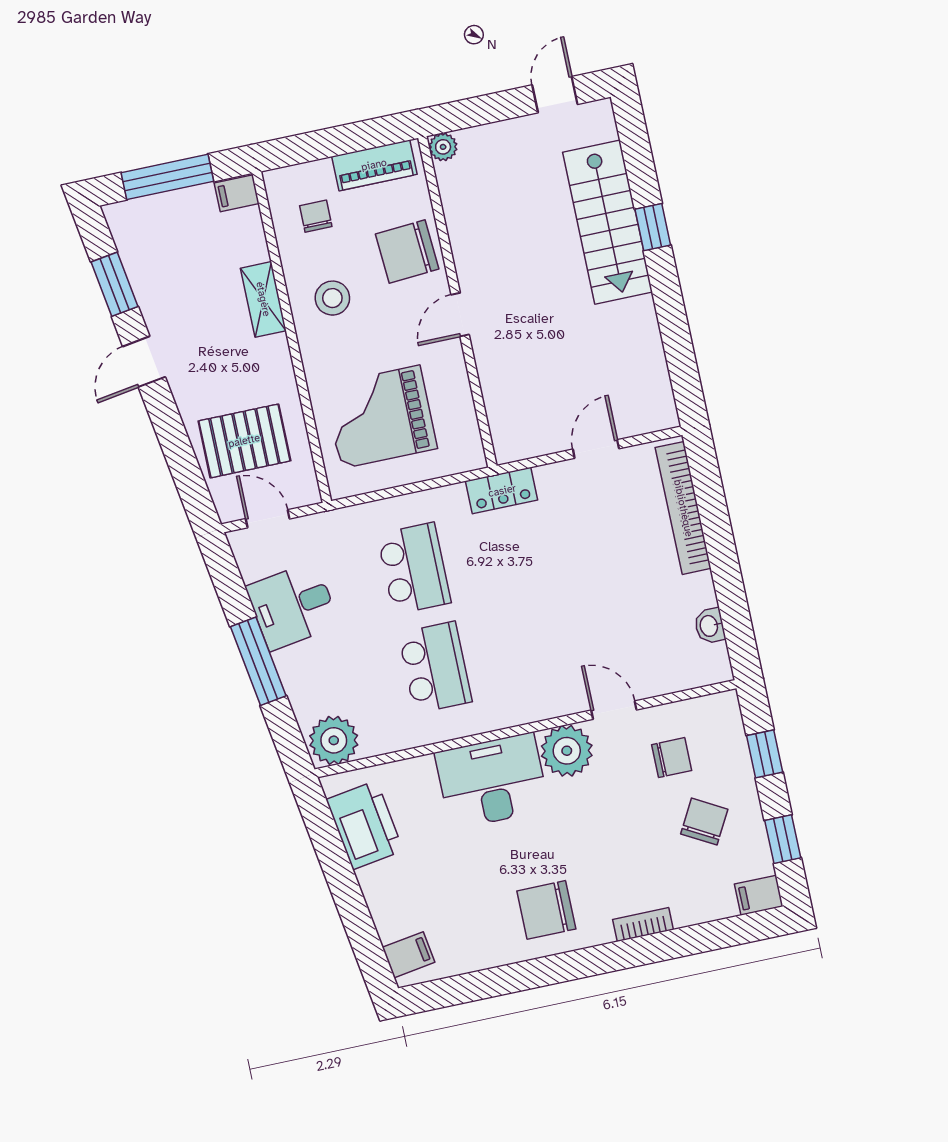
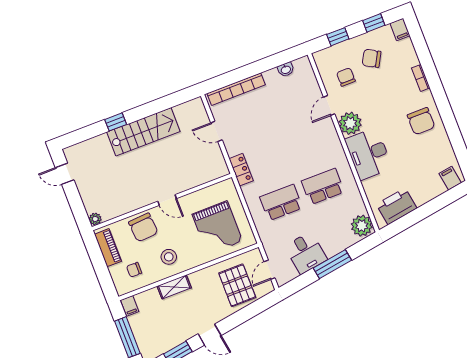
stairs: (607, 222) -> (143, 132), moved

